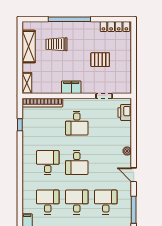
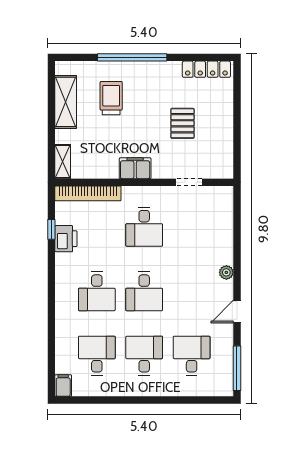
trolley: (57, 44) -> (111, 98), turned 90
pallet: (100, 60) -> (182, 123), turned 90
printer: (125, 113) -> (66, 239), moved, turned 180
desk: (48, 163) -> (97, 291), turned 180
door: (134, 175) -> (237, 311), hinge flipped

